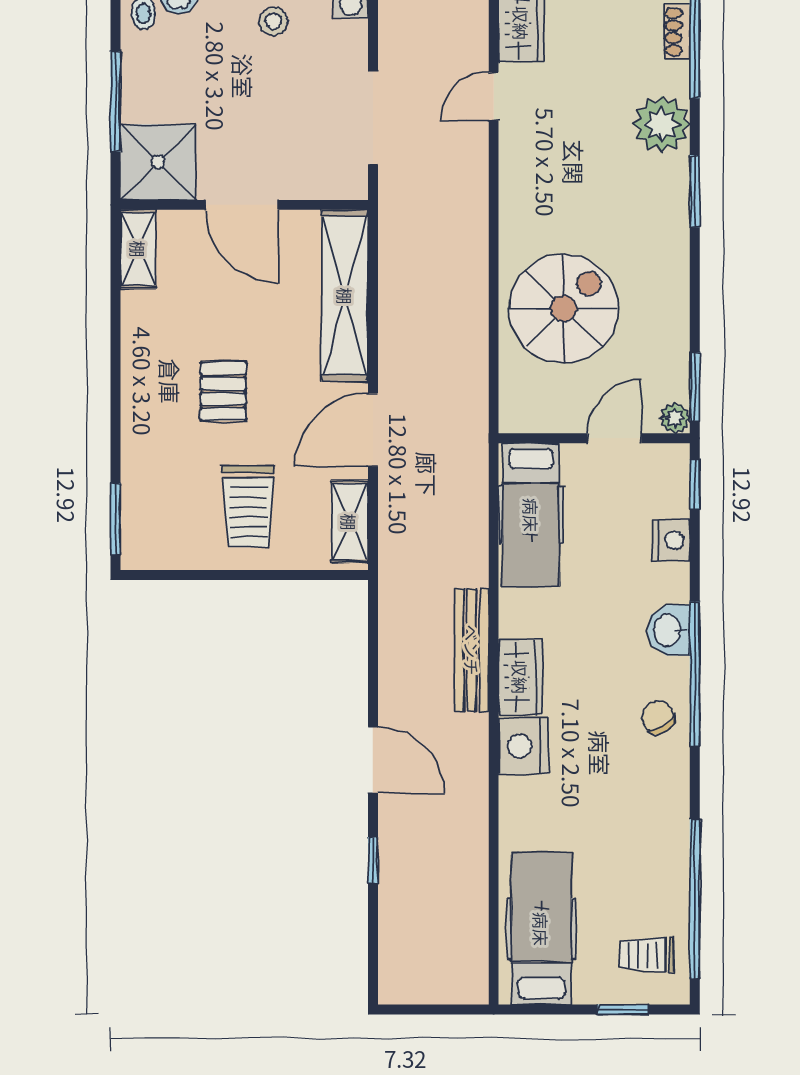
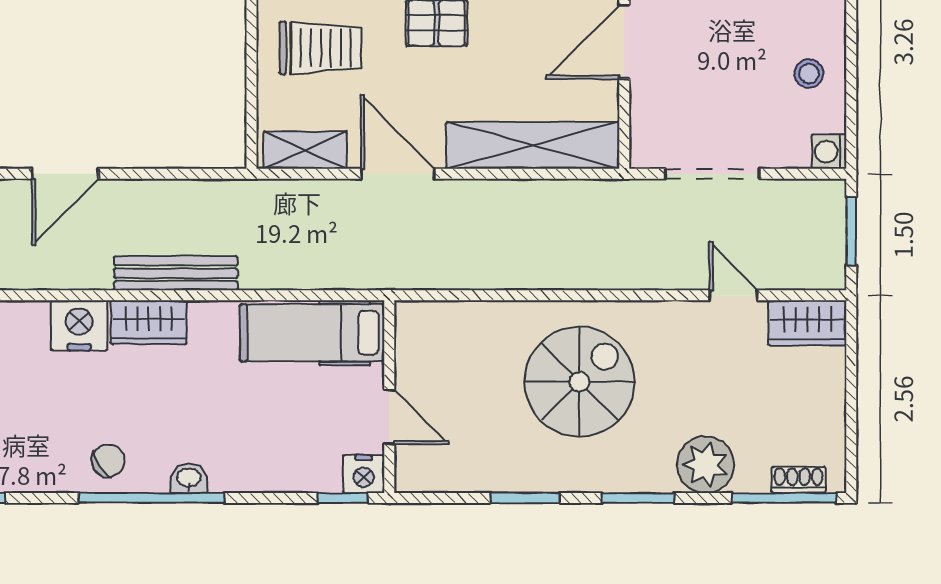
spiral stairs: (564, 309) -> (580, 382), moved, turned -90
window: (695, 387) -> (525, 498), moved
plant: (675, 418) -> (409, 478), removed
trolley: (248, 507) -> (320, 48), turned 180
nightstand: (671, 540) -> (364, 474), moved
washbasin: (669, 630) -> (189, 478), width x0.72, depth x0.69

